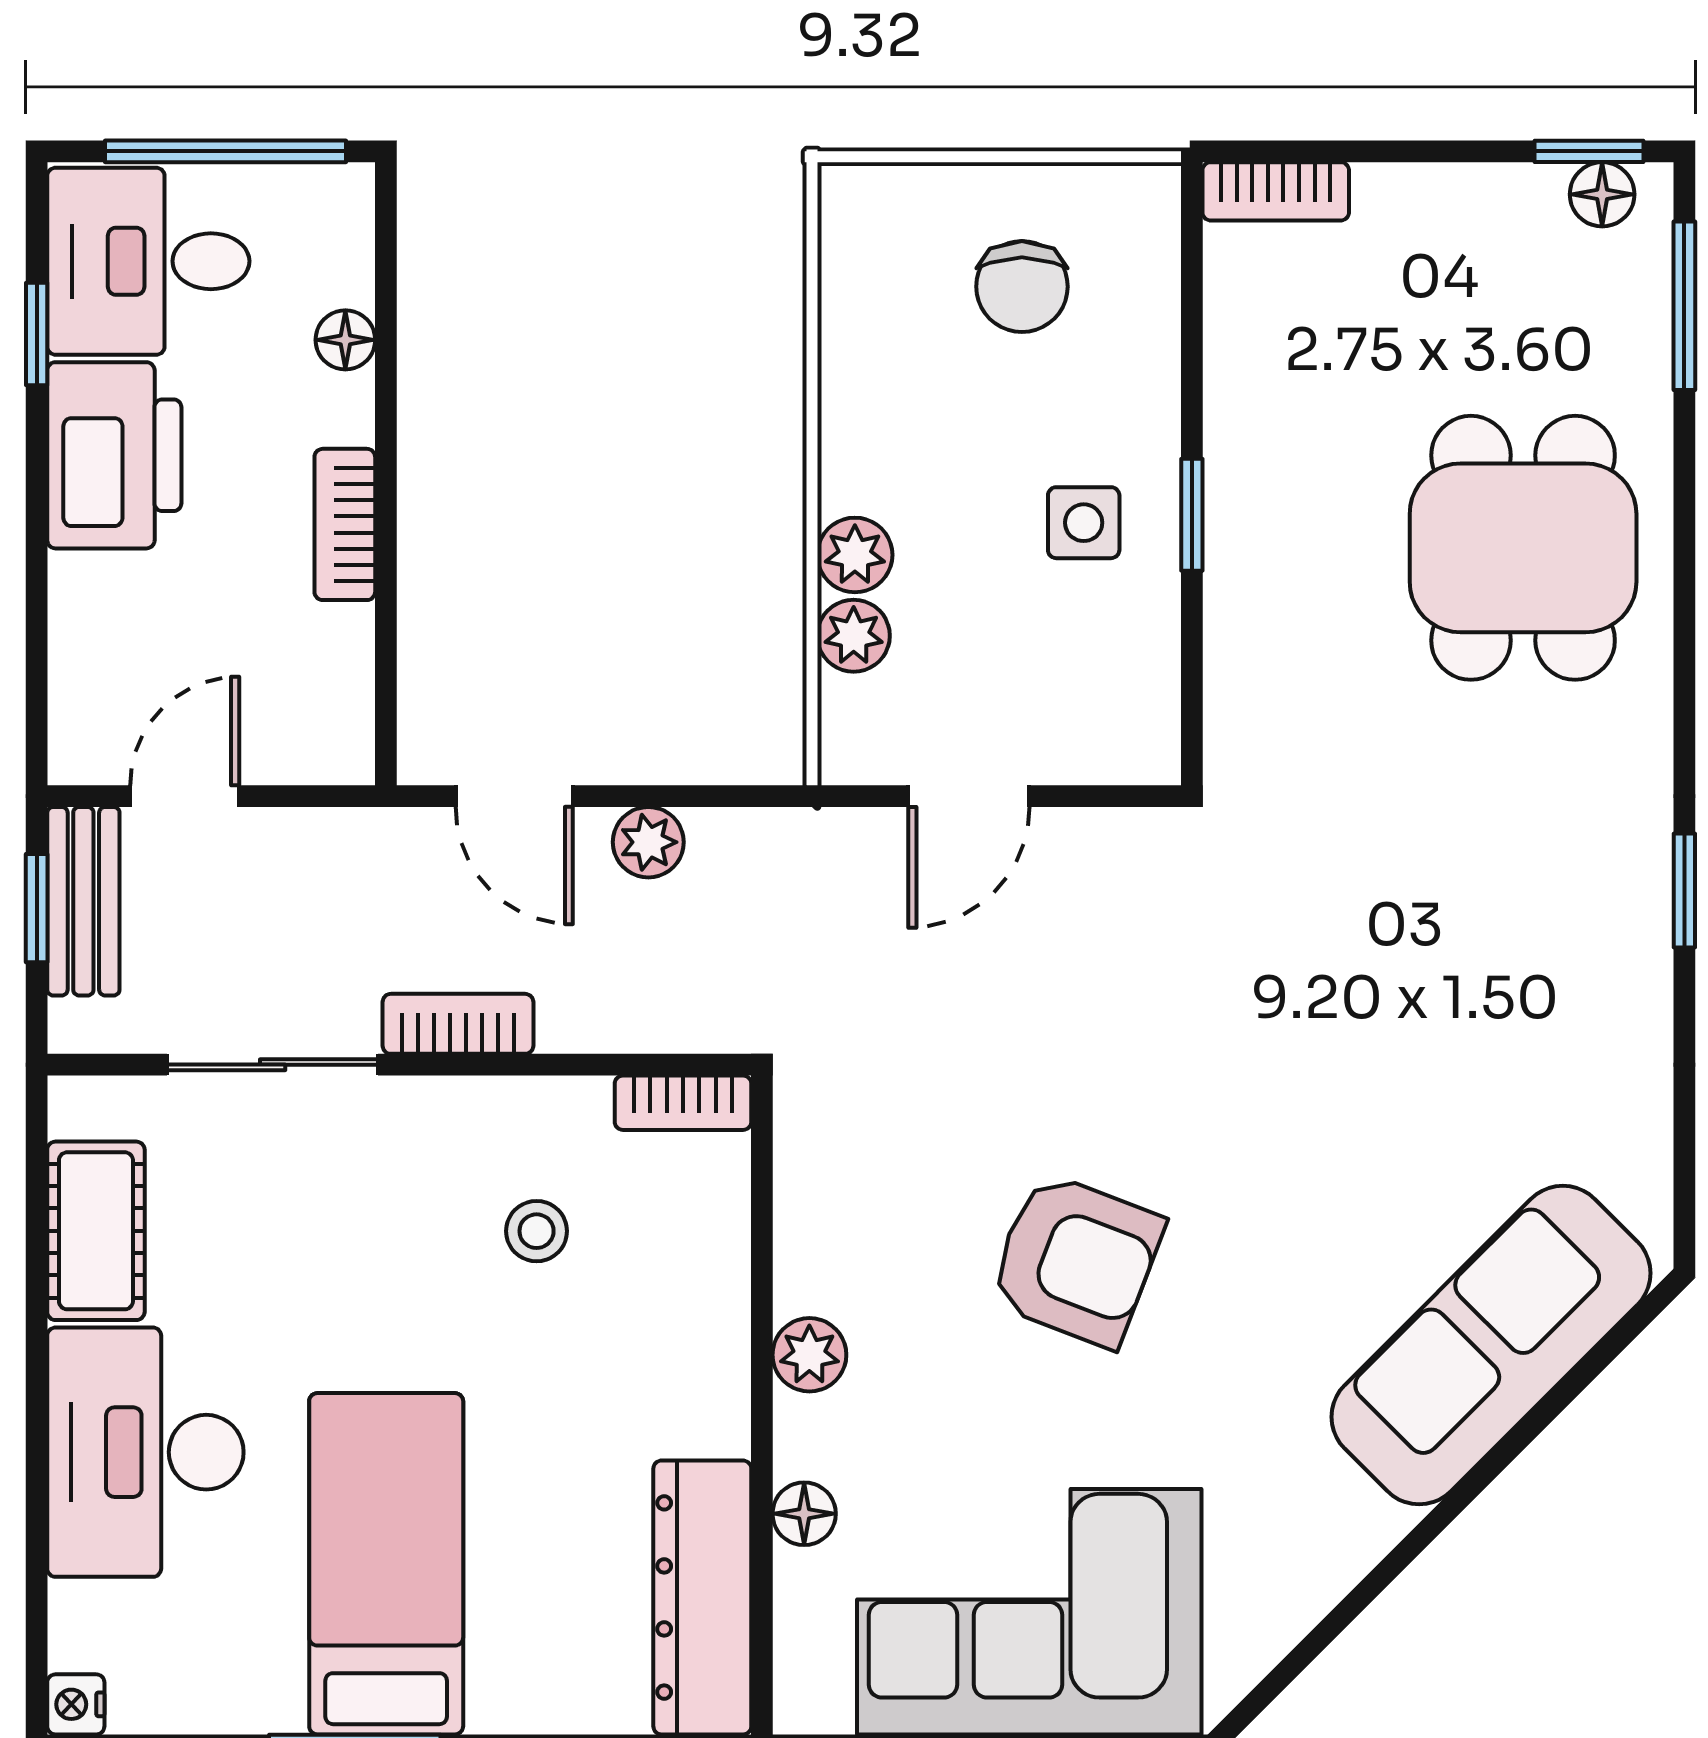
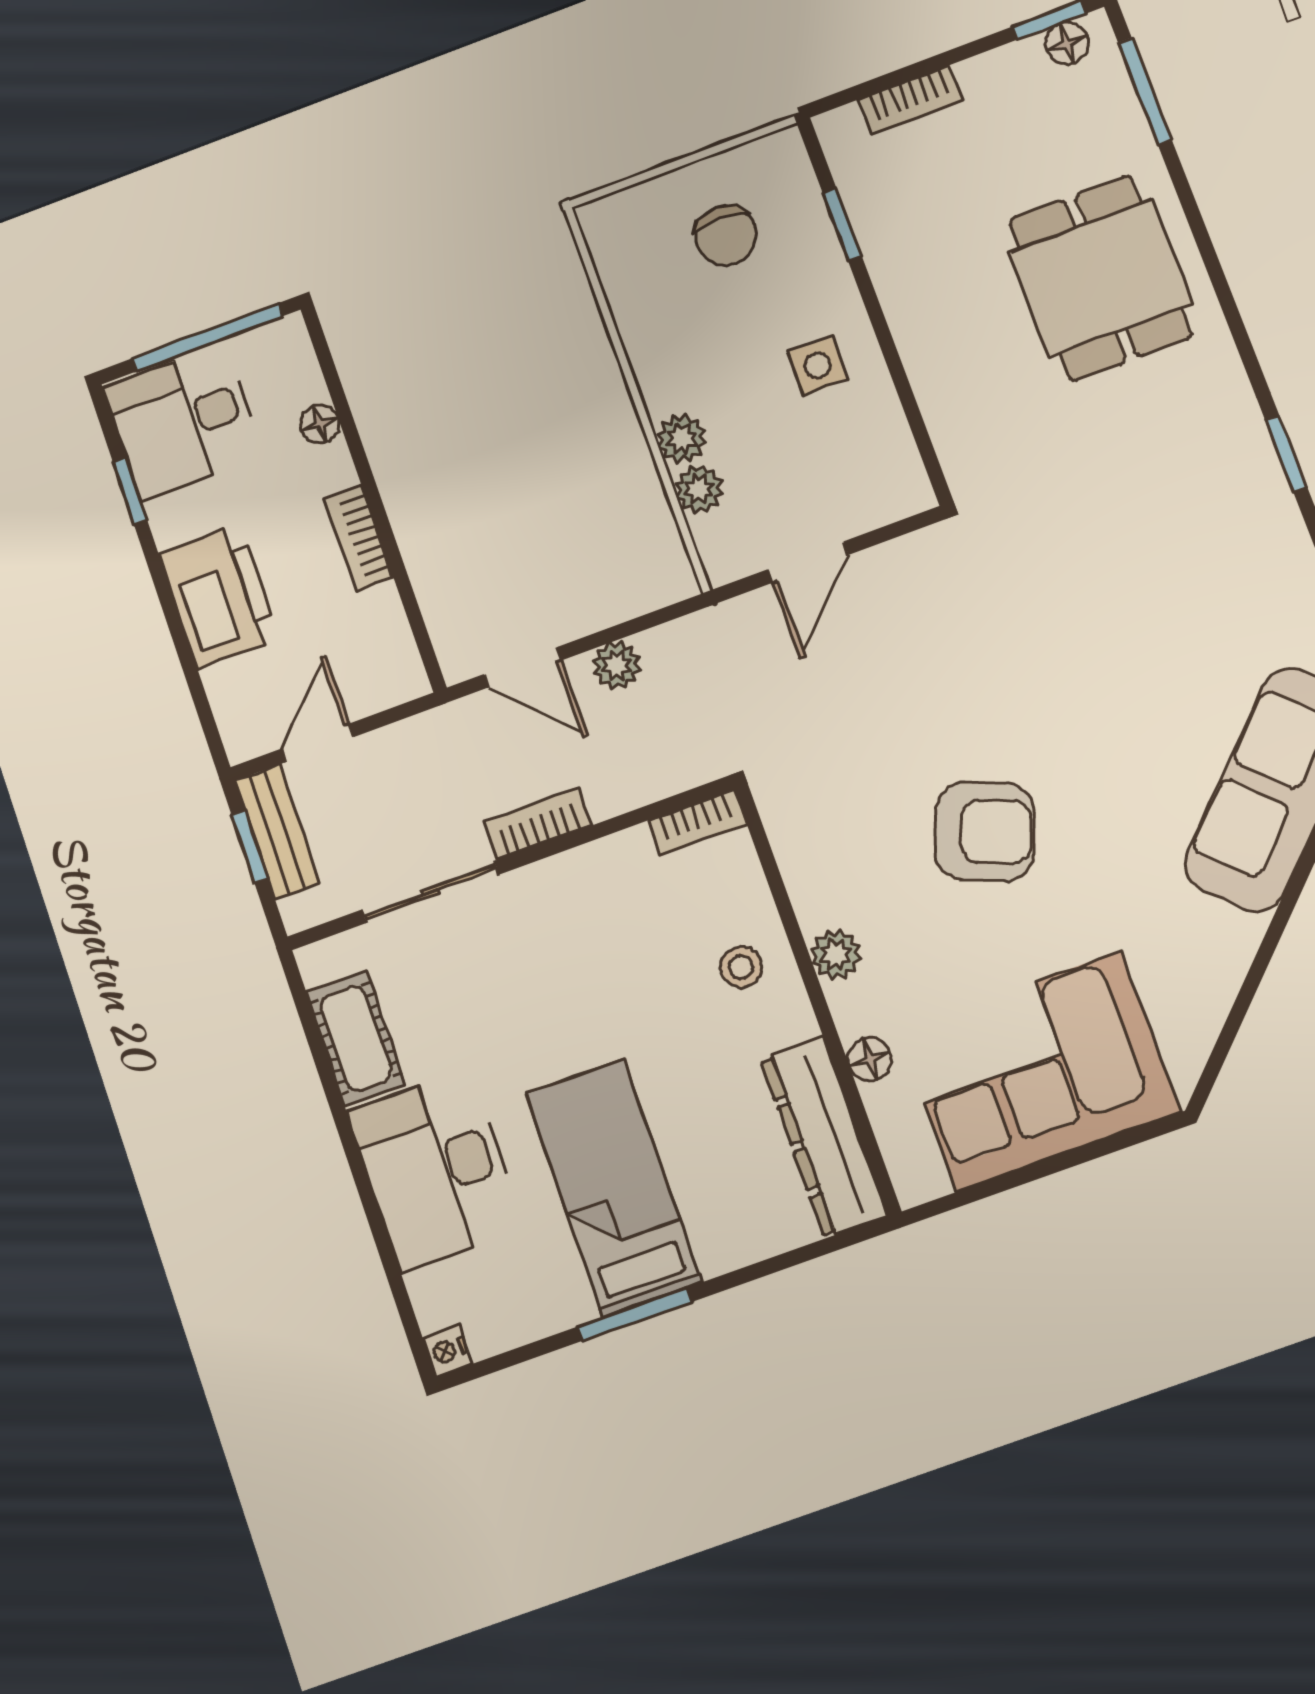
bookcase: (1276, 191) -> (910, 100), moved
printer: (114, 455) -> (219, 596), moved
window: (1192, 515) -> (842, 224), moved
stool: (537, 1231) -> (741, 967), moved

